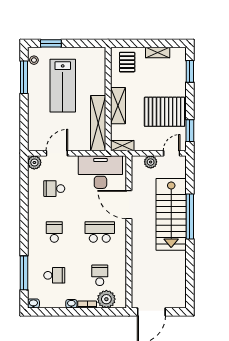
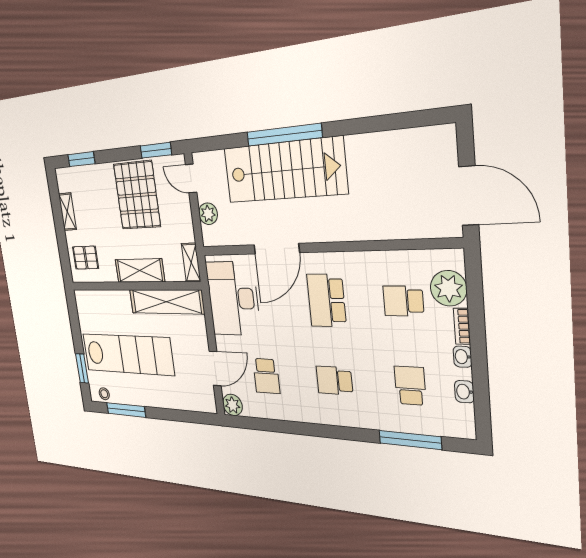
lab bench: (63, 86) -> (127, 354), width x1.36
door: (57, 153) -> (215, 369), swing flipped
washbasin: (33, 304) -> (464, 392), moved

